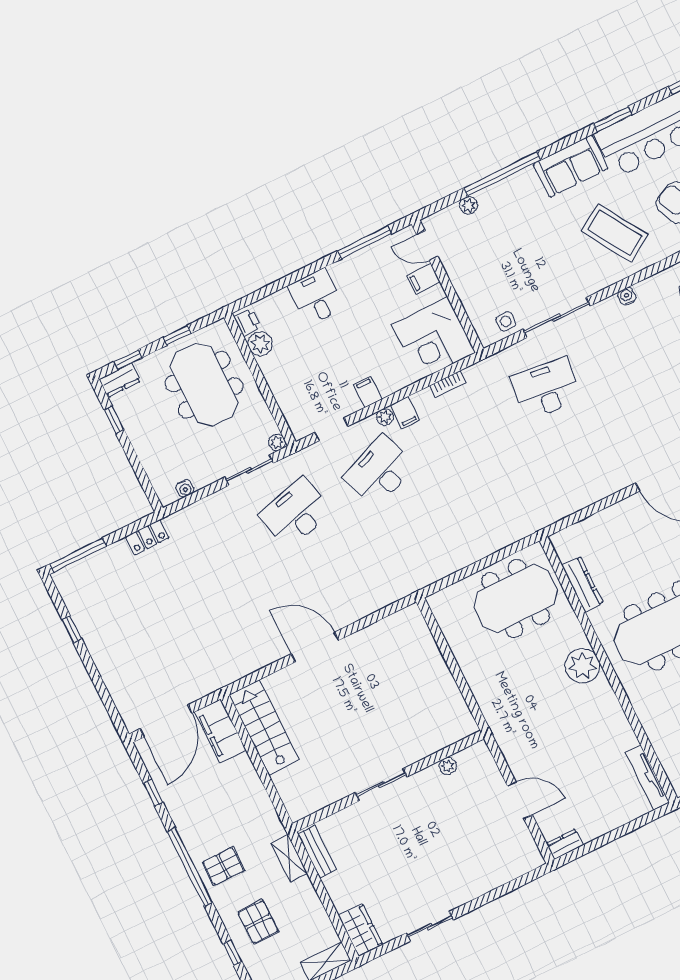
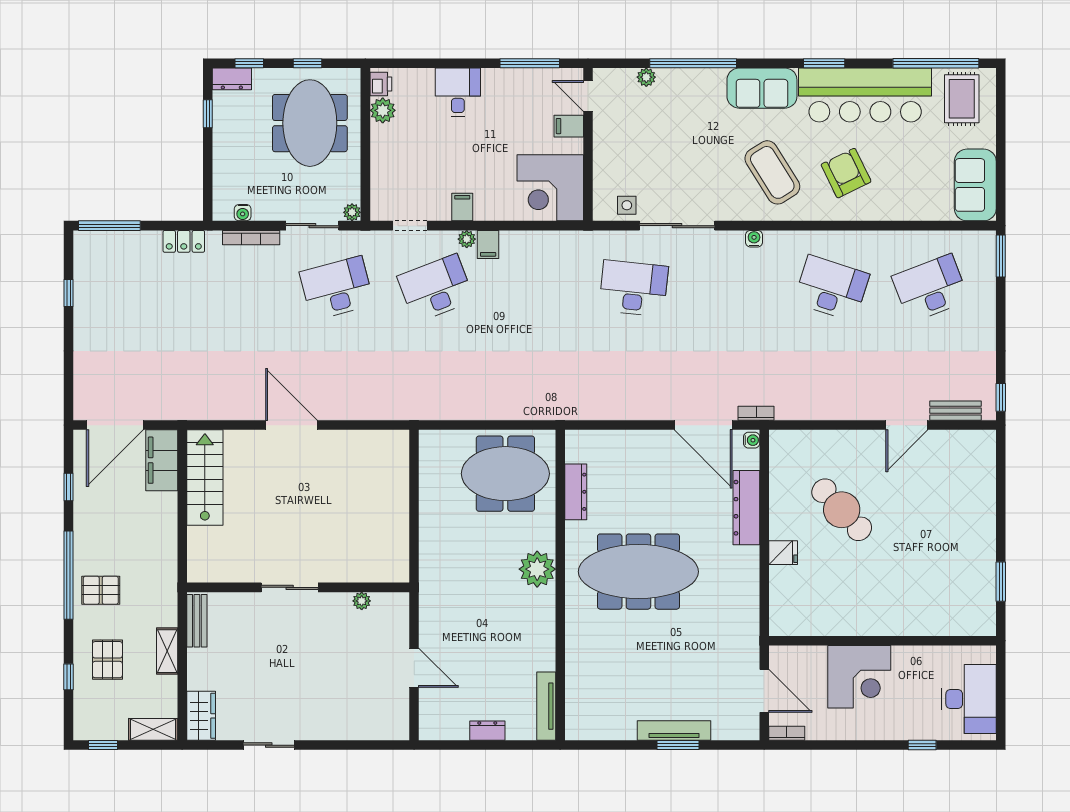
bookcase: (448, 384) -> (251, 238), moved, width x1.56
dresser: (565, 844) -> (487, 731), moved
shelving: (289, 859) -> (167, 651), moved

